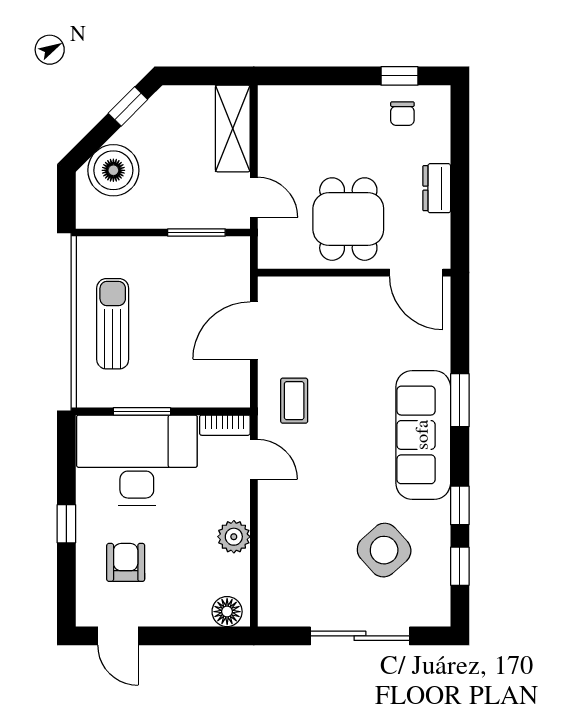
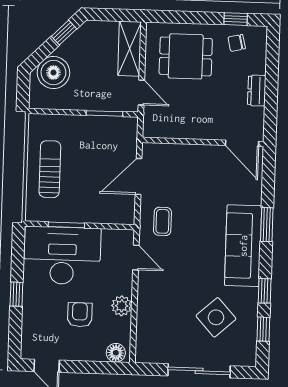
chair: (402, 114) -> (237, 43), turned 77
dining table: (348, 219) -> (186, 56), moved, turned 90
bookcase: (225, 425) -> (118, 235), removed
armchair: (126, 562) -> (80, 315), moved

